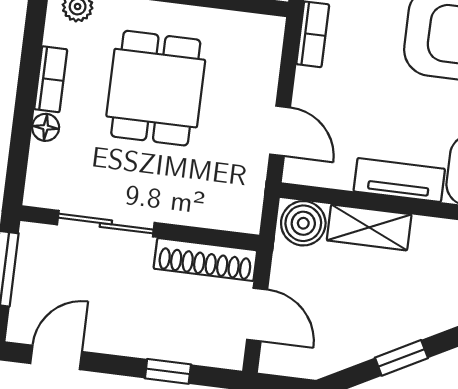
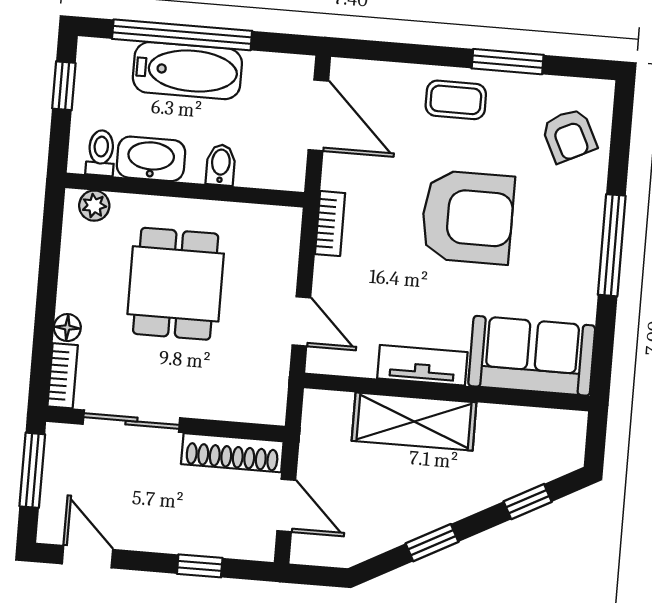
bookcase: (51, 79) -> (63, 376), moved
boiler: (303, 223) -> (328, 412), removed
shelving: (369, 227) -> (414, 422), width x1.50, depth x1.33
door: (56, 357) -> (87, 557), hinge flipped

